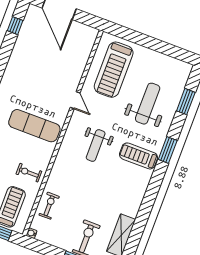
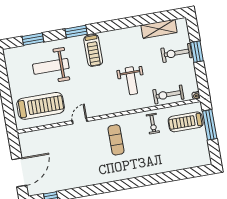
exercise mat: (34, 126) -> (116, 140), width x0.73, depth x0.69
weight bench: (96, 146) -> (131, 81), moved, turned 90
exercise bike: (49, 206) -> (168, 94), width x1.38, depth x1.39

